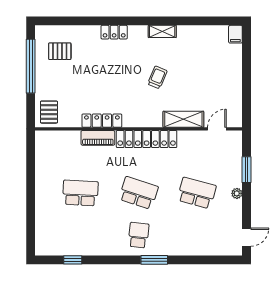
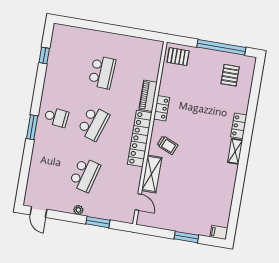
shelving: (162, 31) -> (235, 151), moved
window: (247, 69) -> (186, 237), added
trolley: (157, 77) -> (167, 145), moved
locker: (102, 121) -> (162, 108), width x0.66

